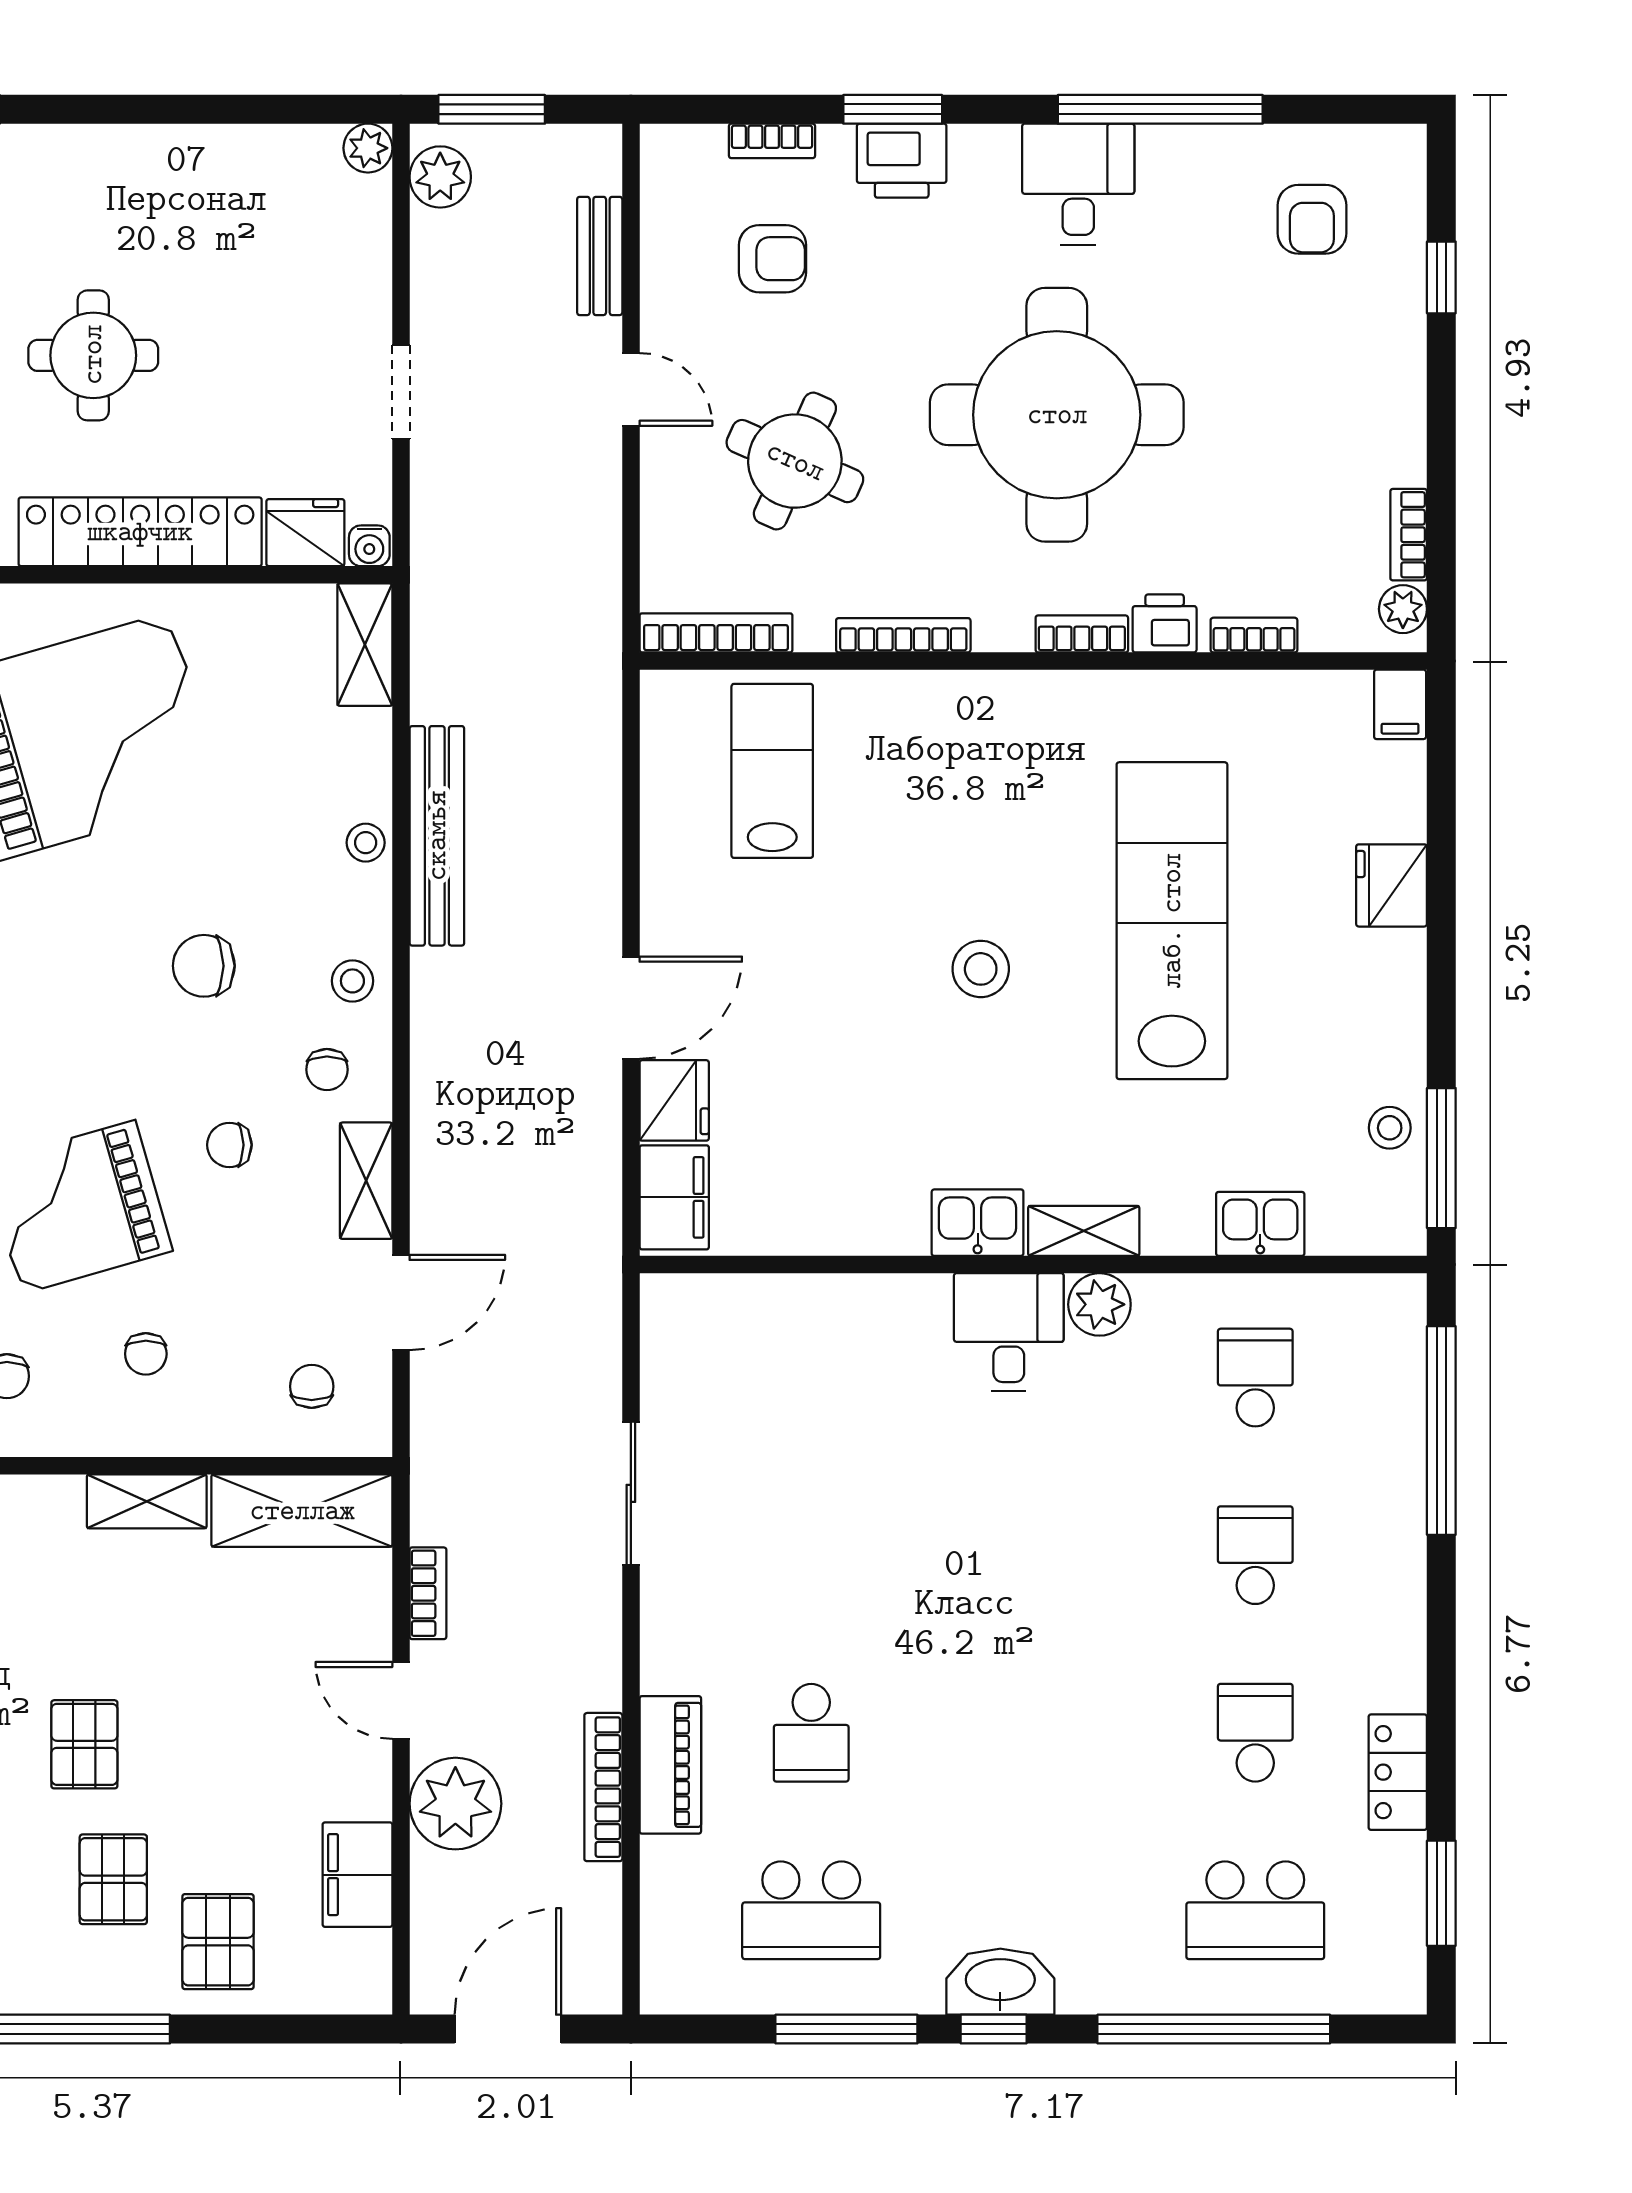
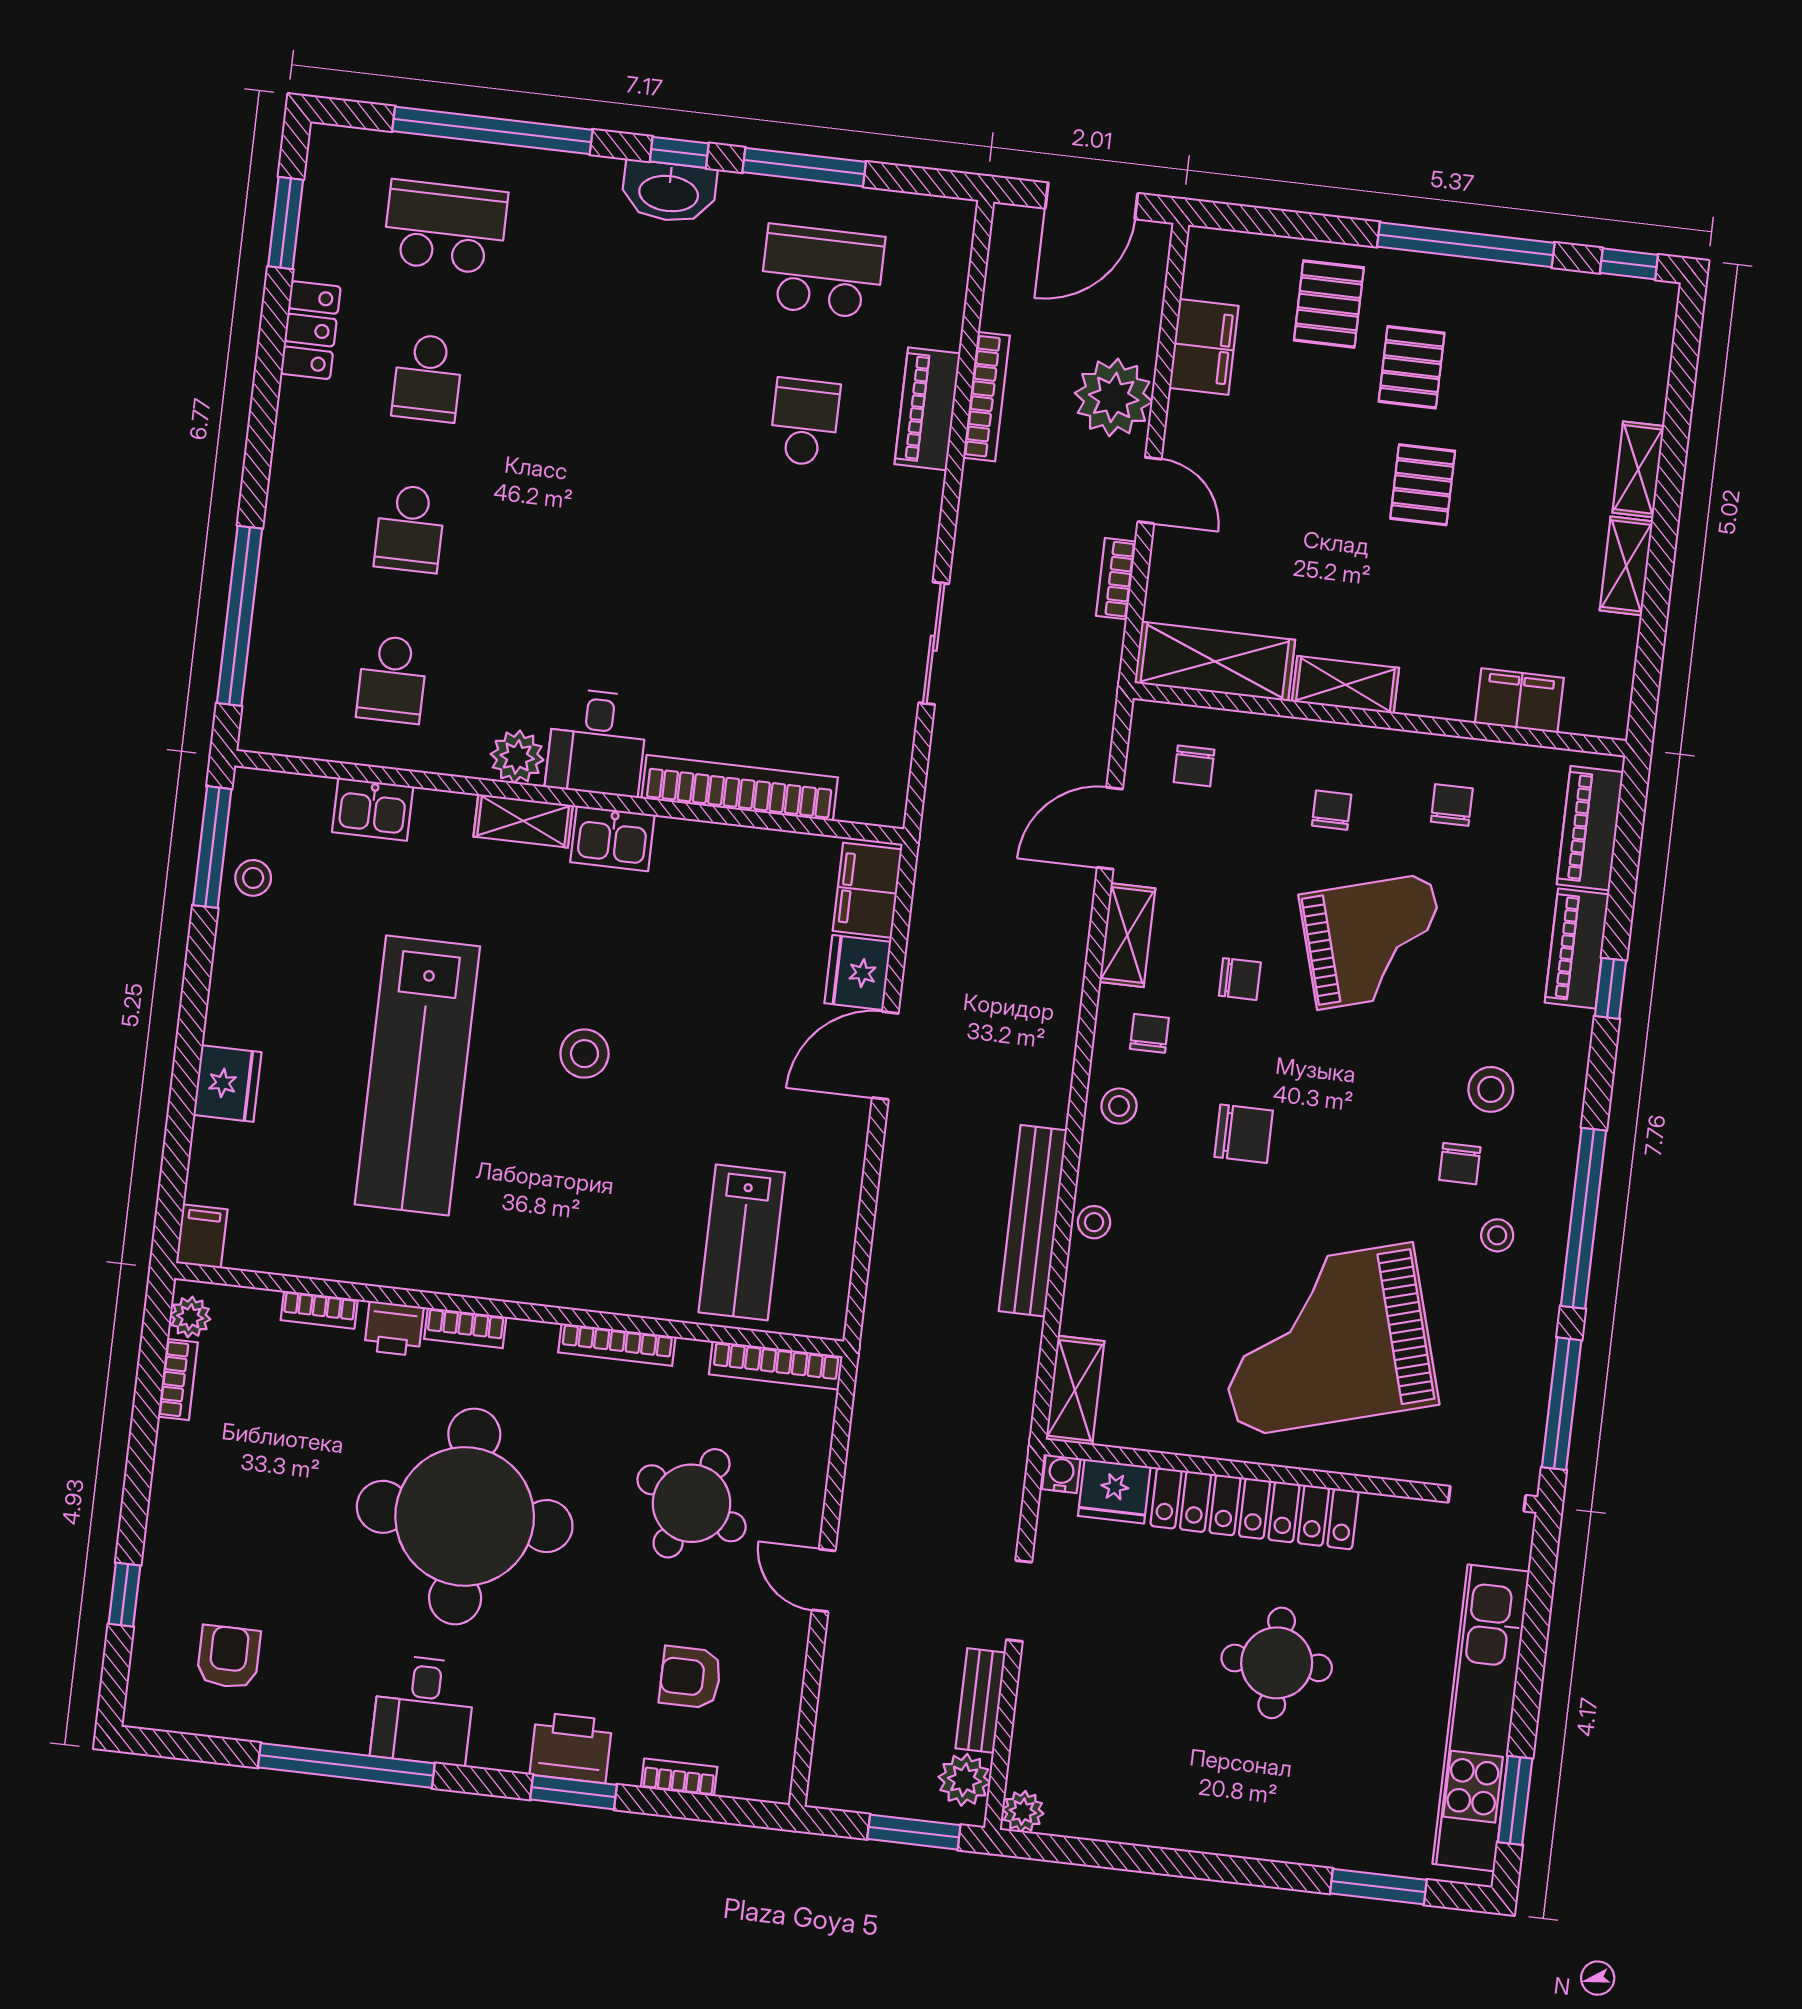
bench: (600, 256) -> (981, 1700), moved
bookcase: (837, 1299) -> (740, 788), added

